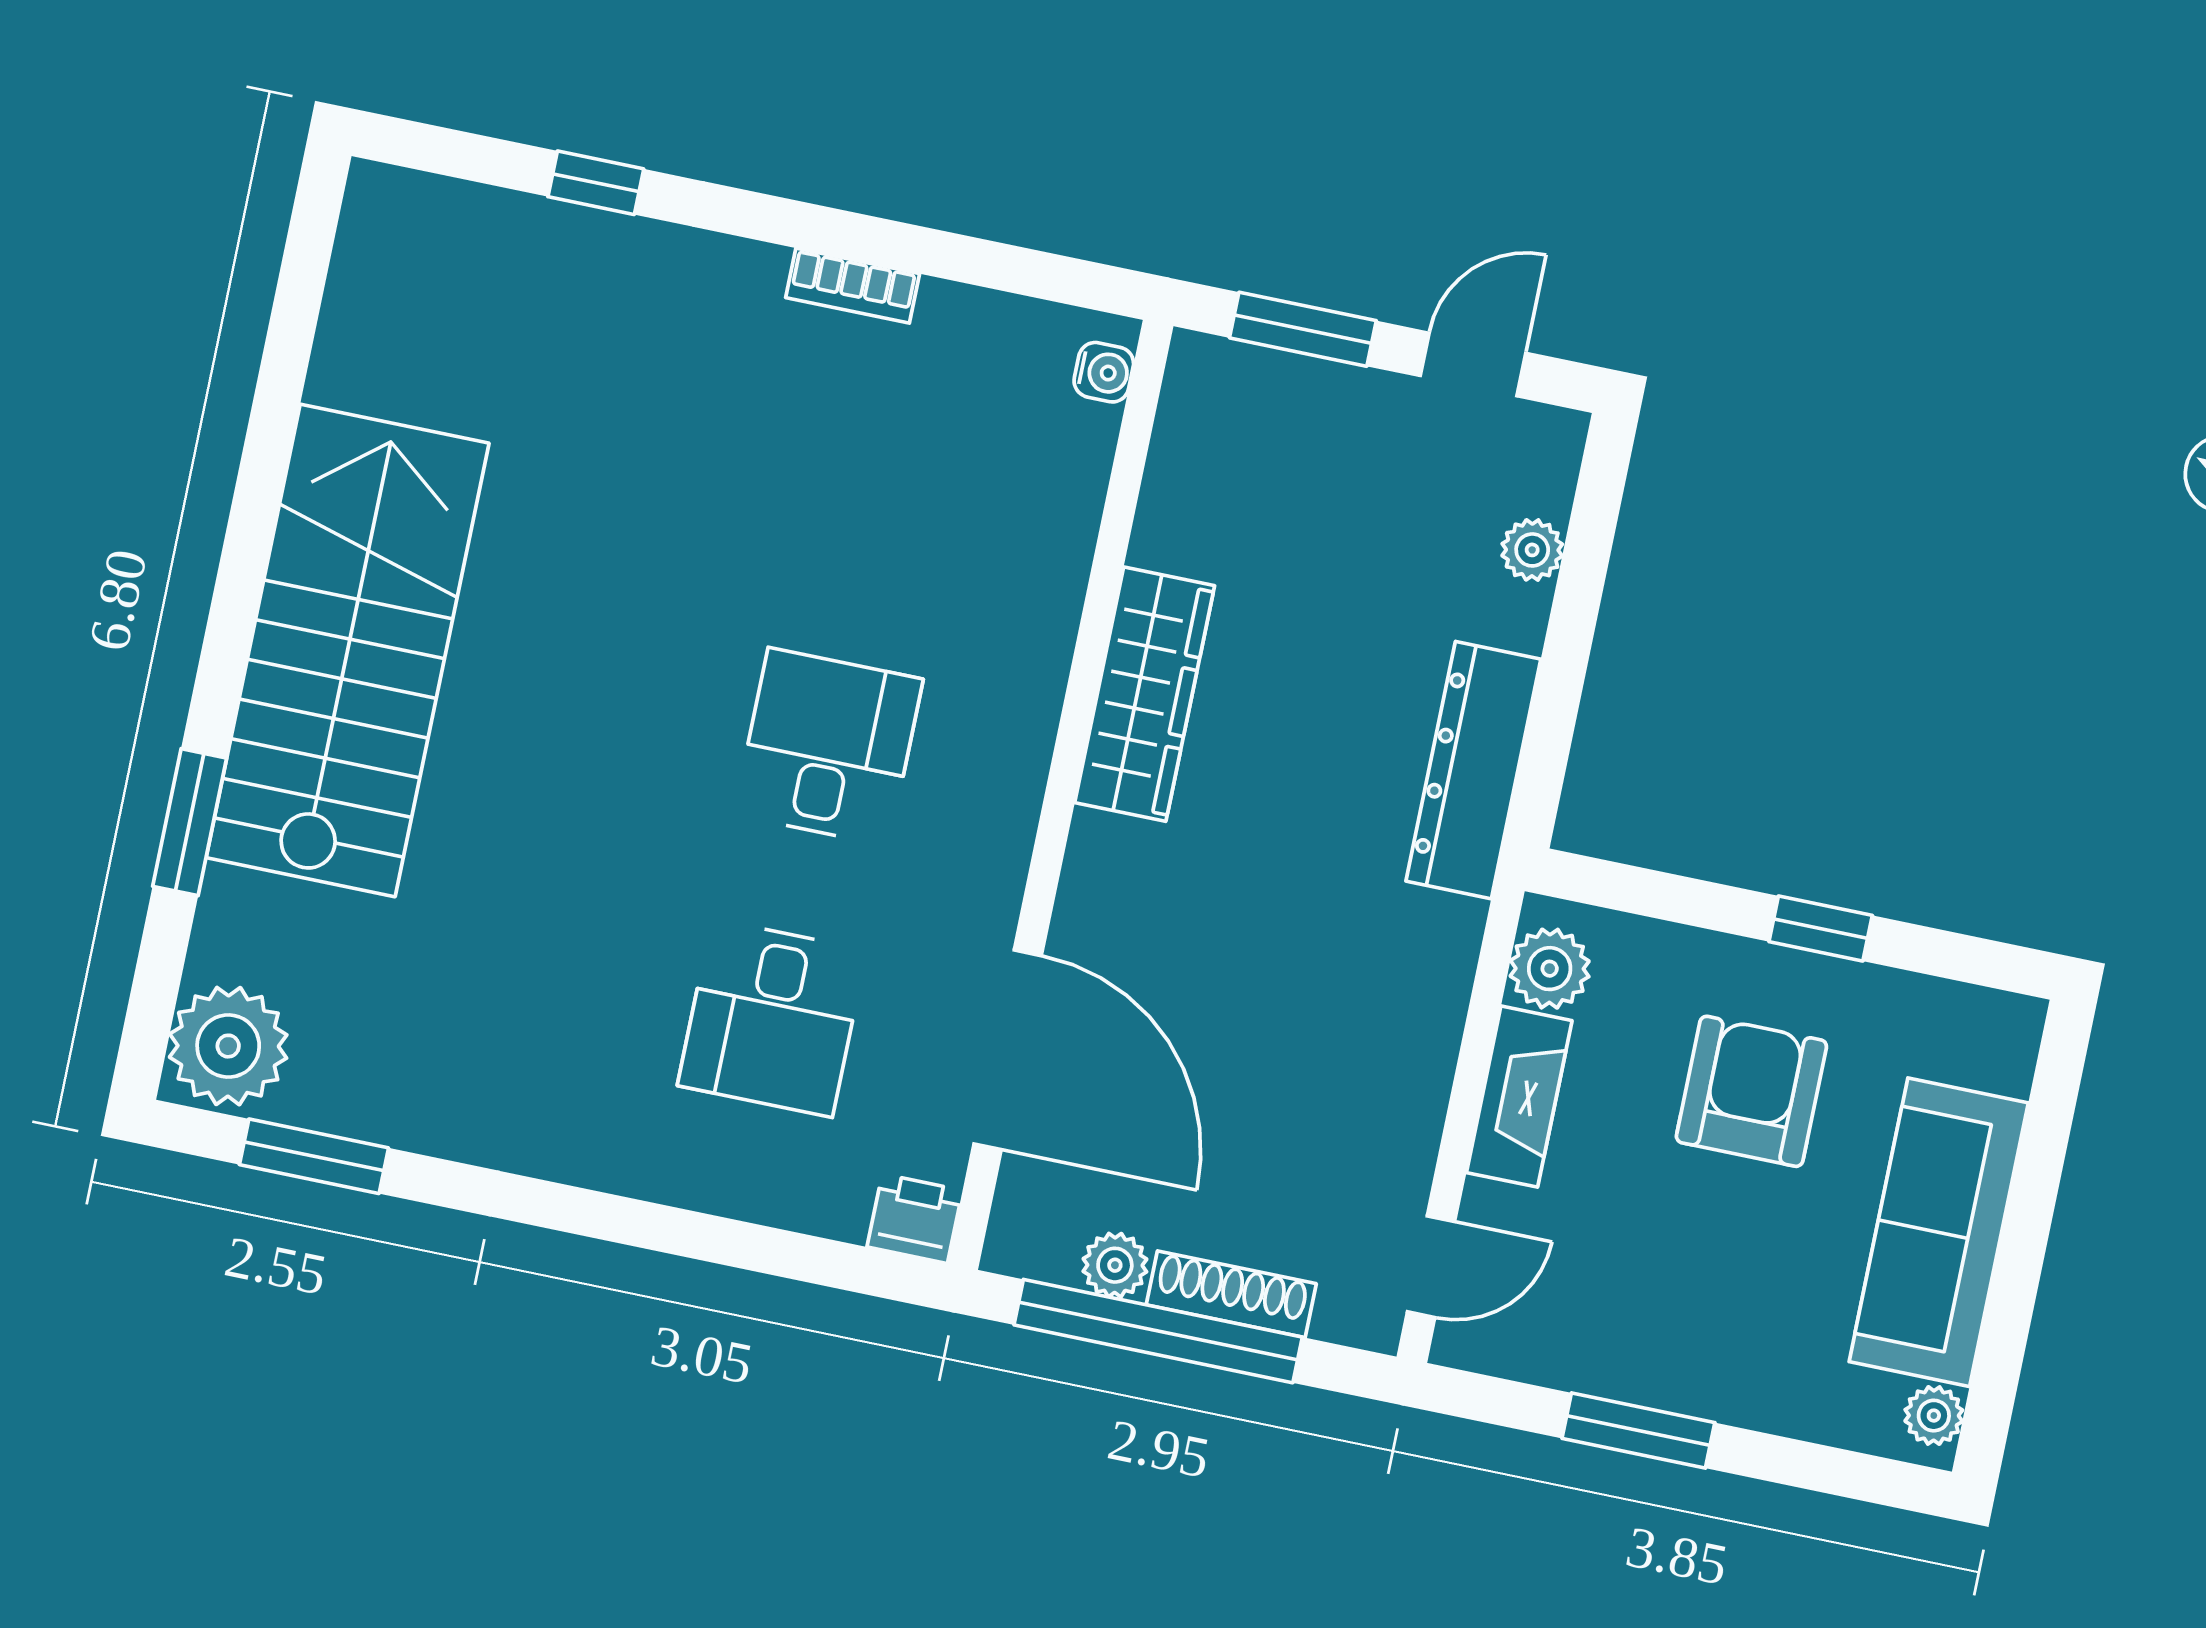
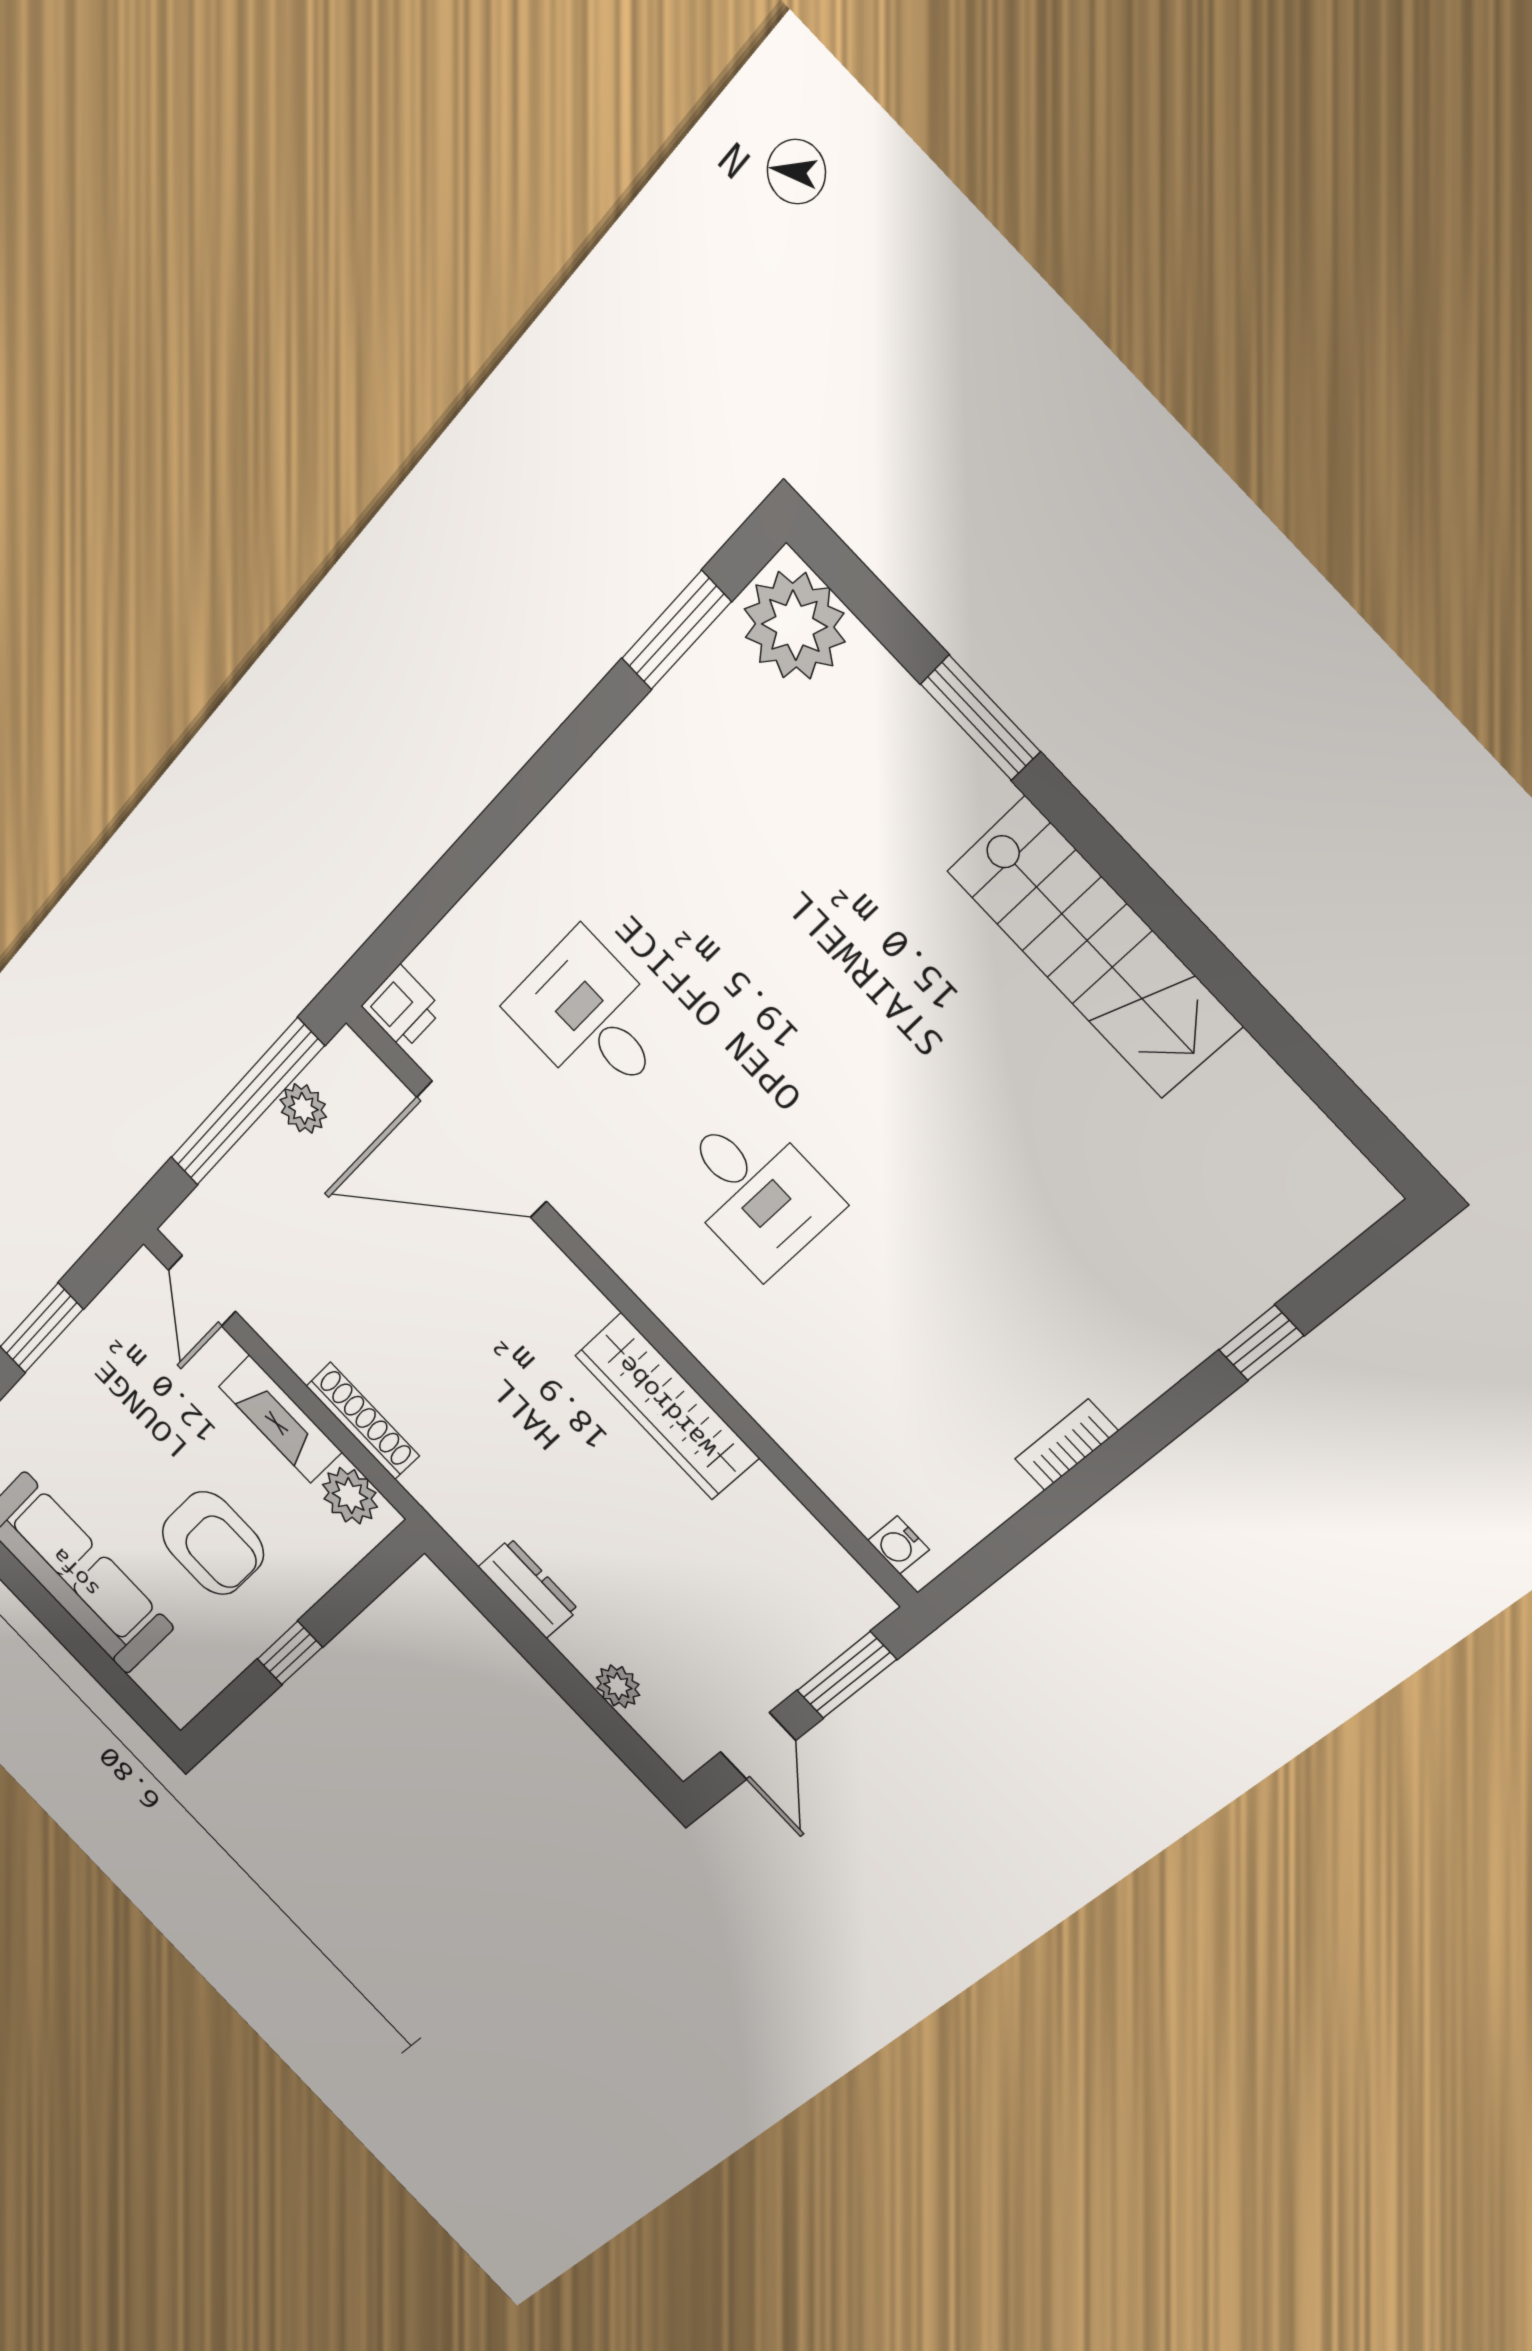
stairs: (348, 650) -> (1094, 948), width x0.73, depth x0.66
dresser: (1473, 770) -> (528, 1588), width x0.51, depth x0.80
shoe rack: (1231, 1294) -> (363, 1421), moved, turned -90

